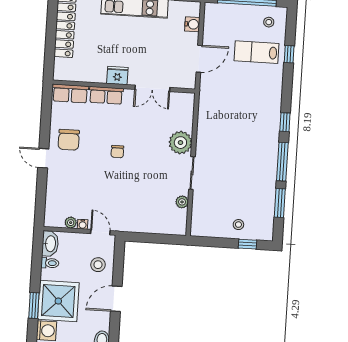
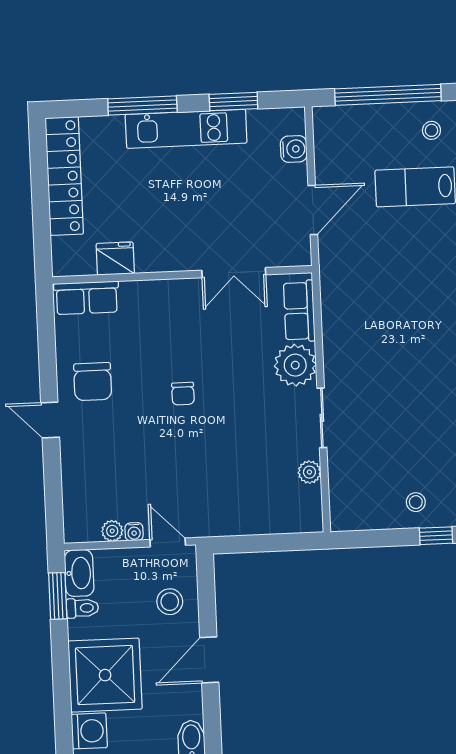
fridge: (117, 76) -> (115, 259), moved
row of seats: (106, 95) -> (299, 311), moved, turned 90
window: (34, 306) -> (58, 596), moved

